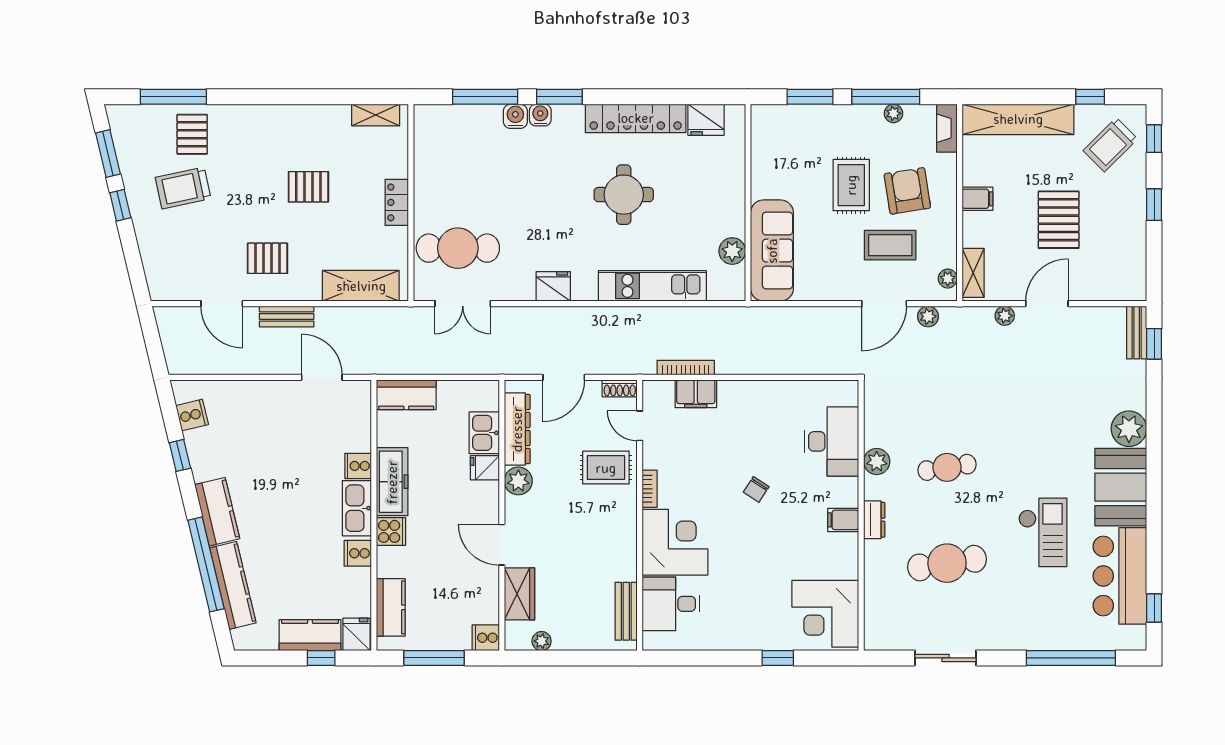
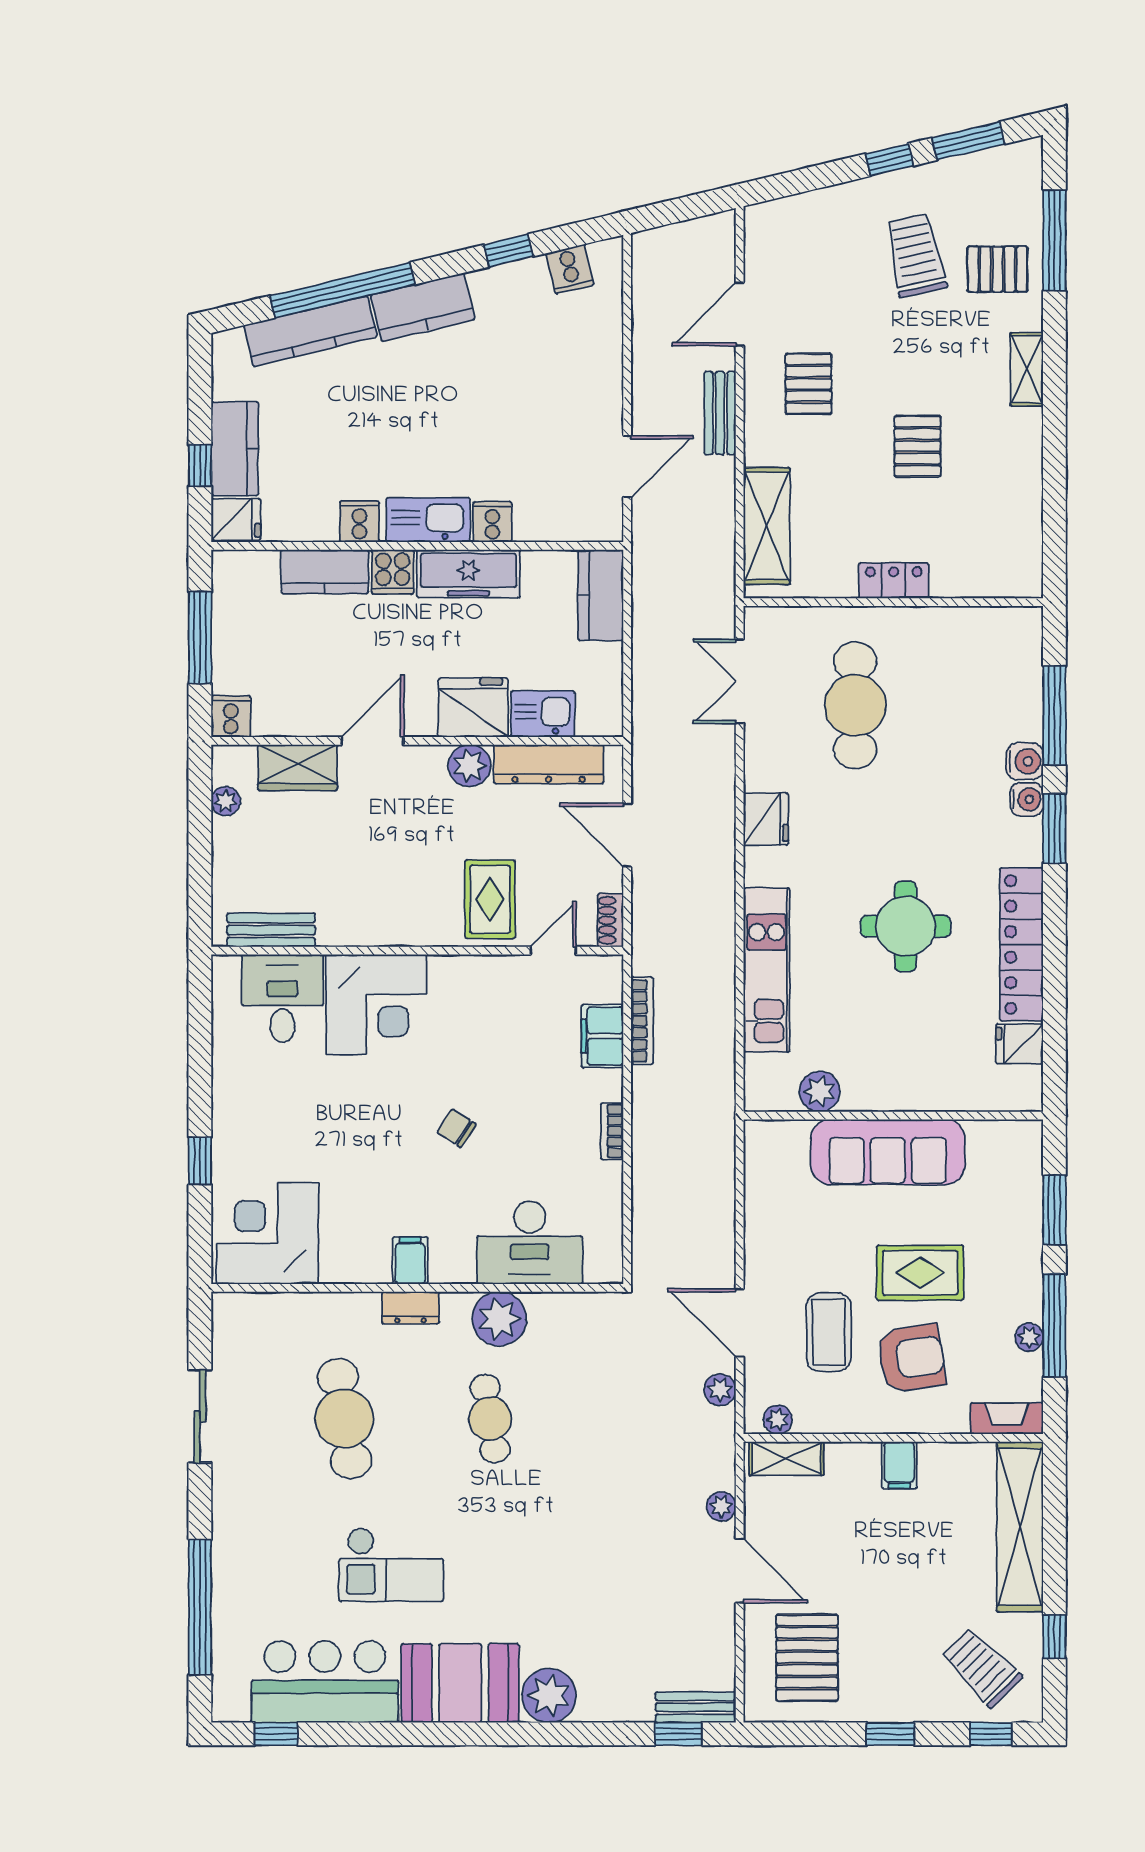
shelving: (376, 115) -> (1027, 369), moved
fridge: (706, 120) -> (1019, 1044), width x0.72
pallet: (1059, 220) -> (807, 1658), moved, turned 90
cafe table: (458, 248) -> (855, 705), moved
sofa: (772, 251) -> (888, 1152), moved
plant: (877, 461) -> (499, 1319), width x1.36, depth x1.36
fridge: (485, 468) -> (473, 708), width x1.88, depth x1.34
bookcase: (650, 489) -> (612, 1131), moved, turned 90
kitchen counter: (391, 607) -> (325, 572), moved

